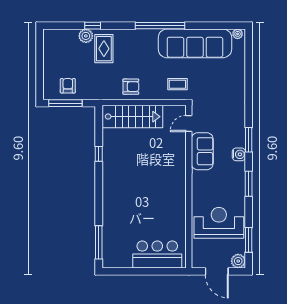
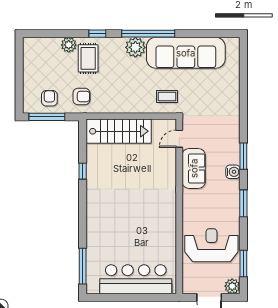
window: (93, 26) -> (97, 34), moved
plant: (238, 34) -> (135, 47), moved, width x1.88, depth x1.88
armchair: (131, 87) -> (81, 96), moved
bar counter: (157, 255) -> (136, 279), width x1.36

